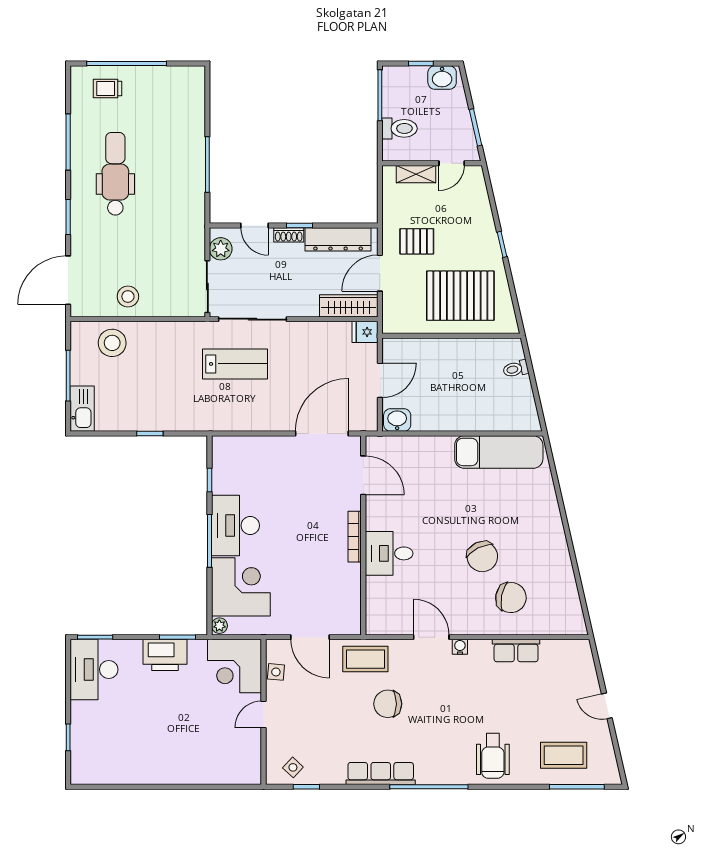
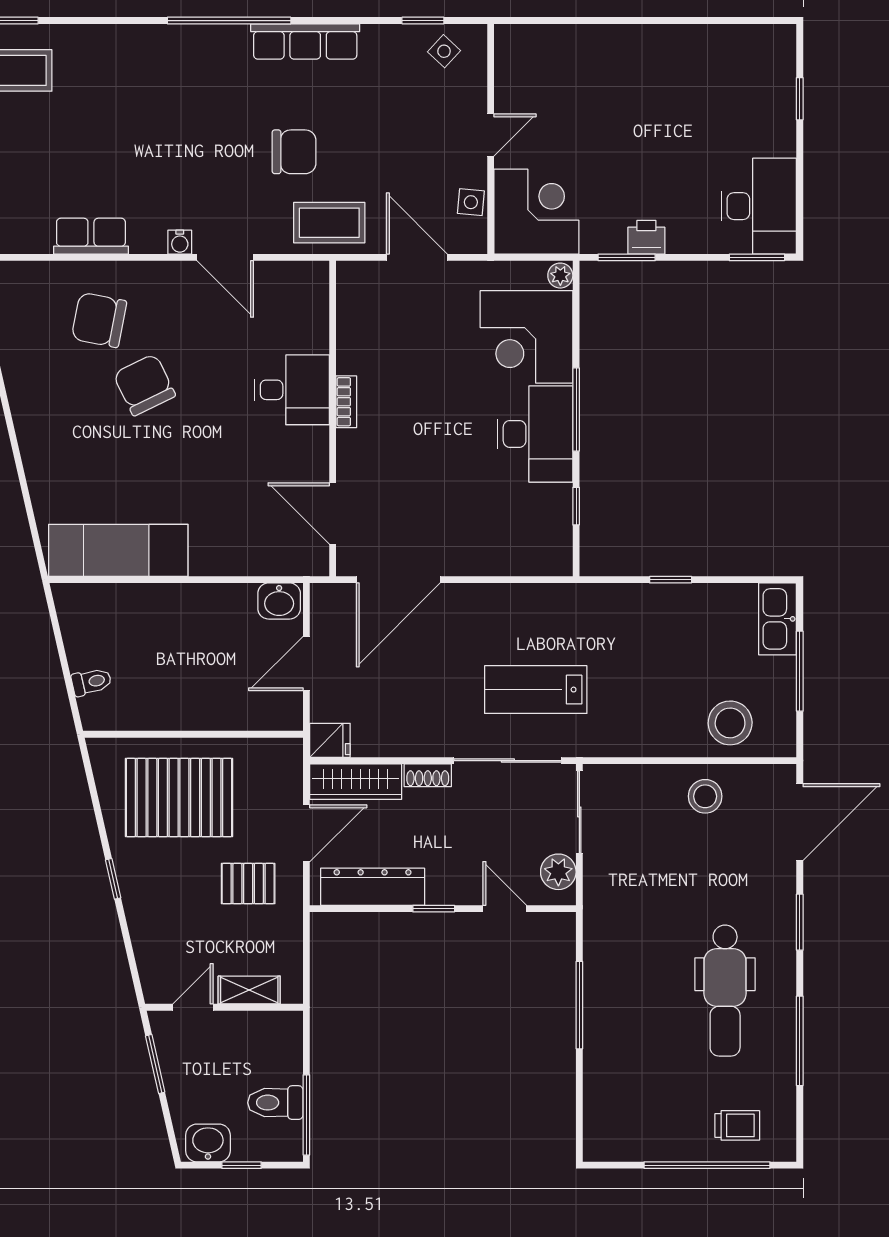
toilet: (400, 128) -> (275, 1103), moved
shoe rack: (289, 235) -> (428, 775), moved, turned 180
bookcase: (355, 537) -> (346, 402), width x0.64
printer: (165, 655) -> (646, 237), width x0.53, depth x0.68
wheelchair: (493, 756) -> (128, 69), removed

